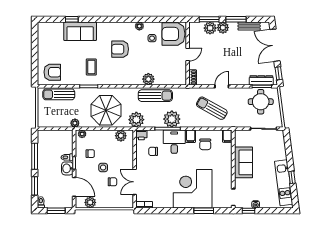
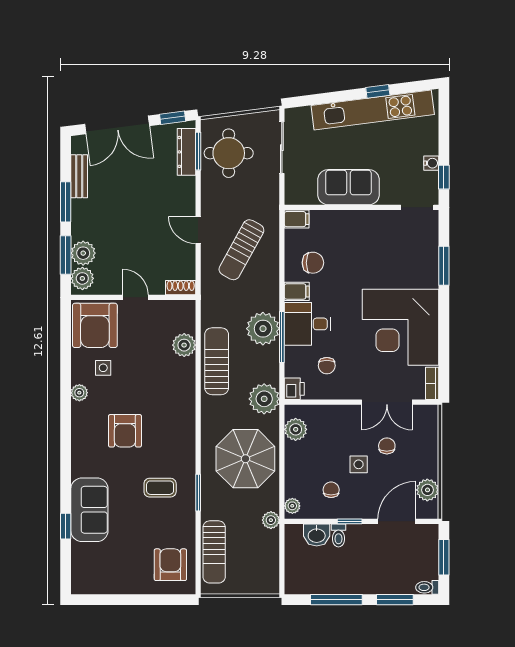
plant: (223, 28) -> (82, 278), moved
plant: (148, 79) -> (184, 345), moved
washbasin: (67, 168) -> (317, 535), moved
kitchen unit: (284, 183) -> (373, 110), width x1.36
corner desk: (193, 189) -> (400, 327), moved

